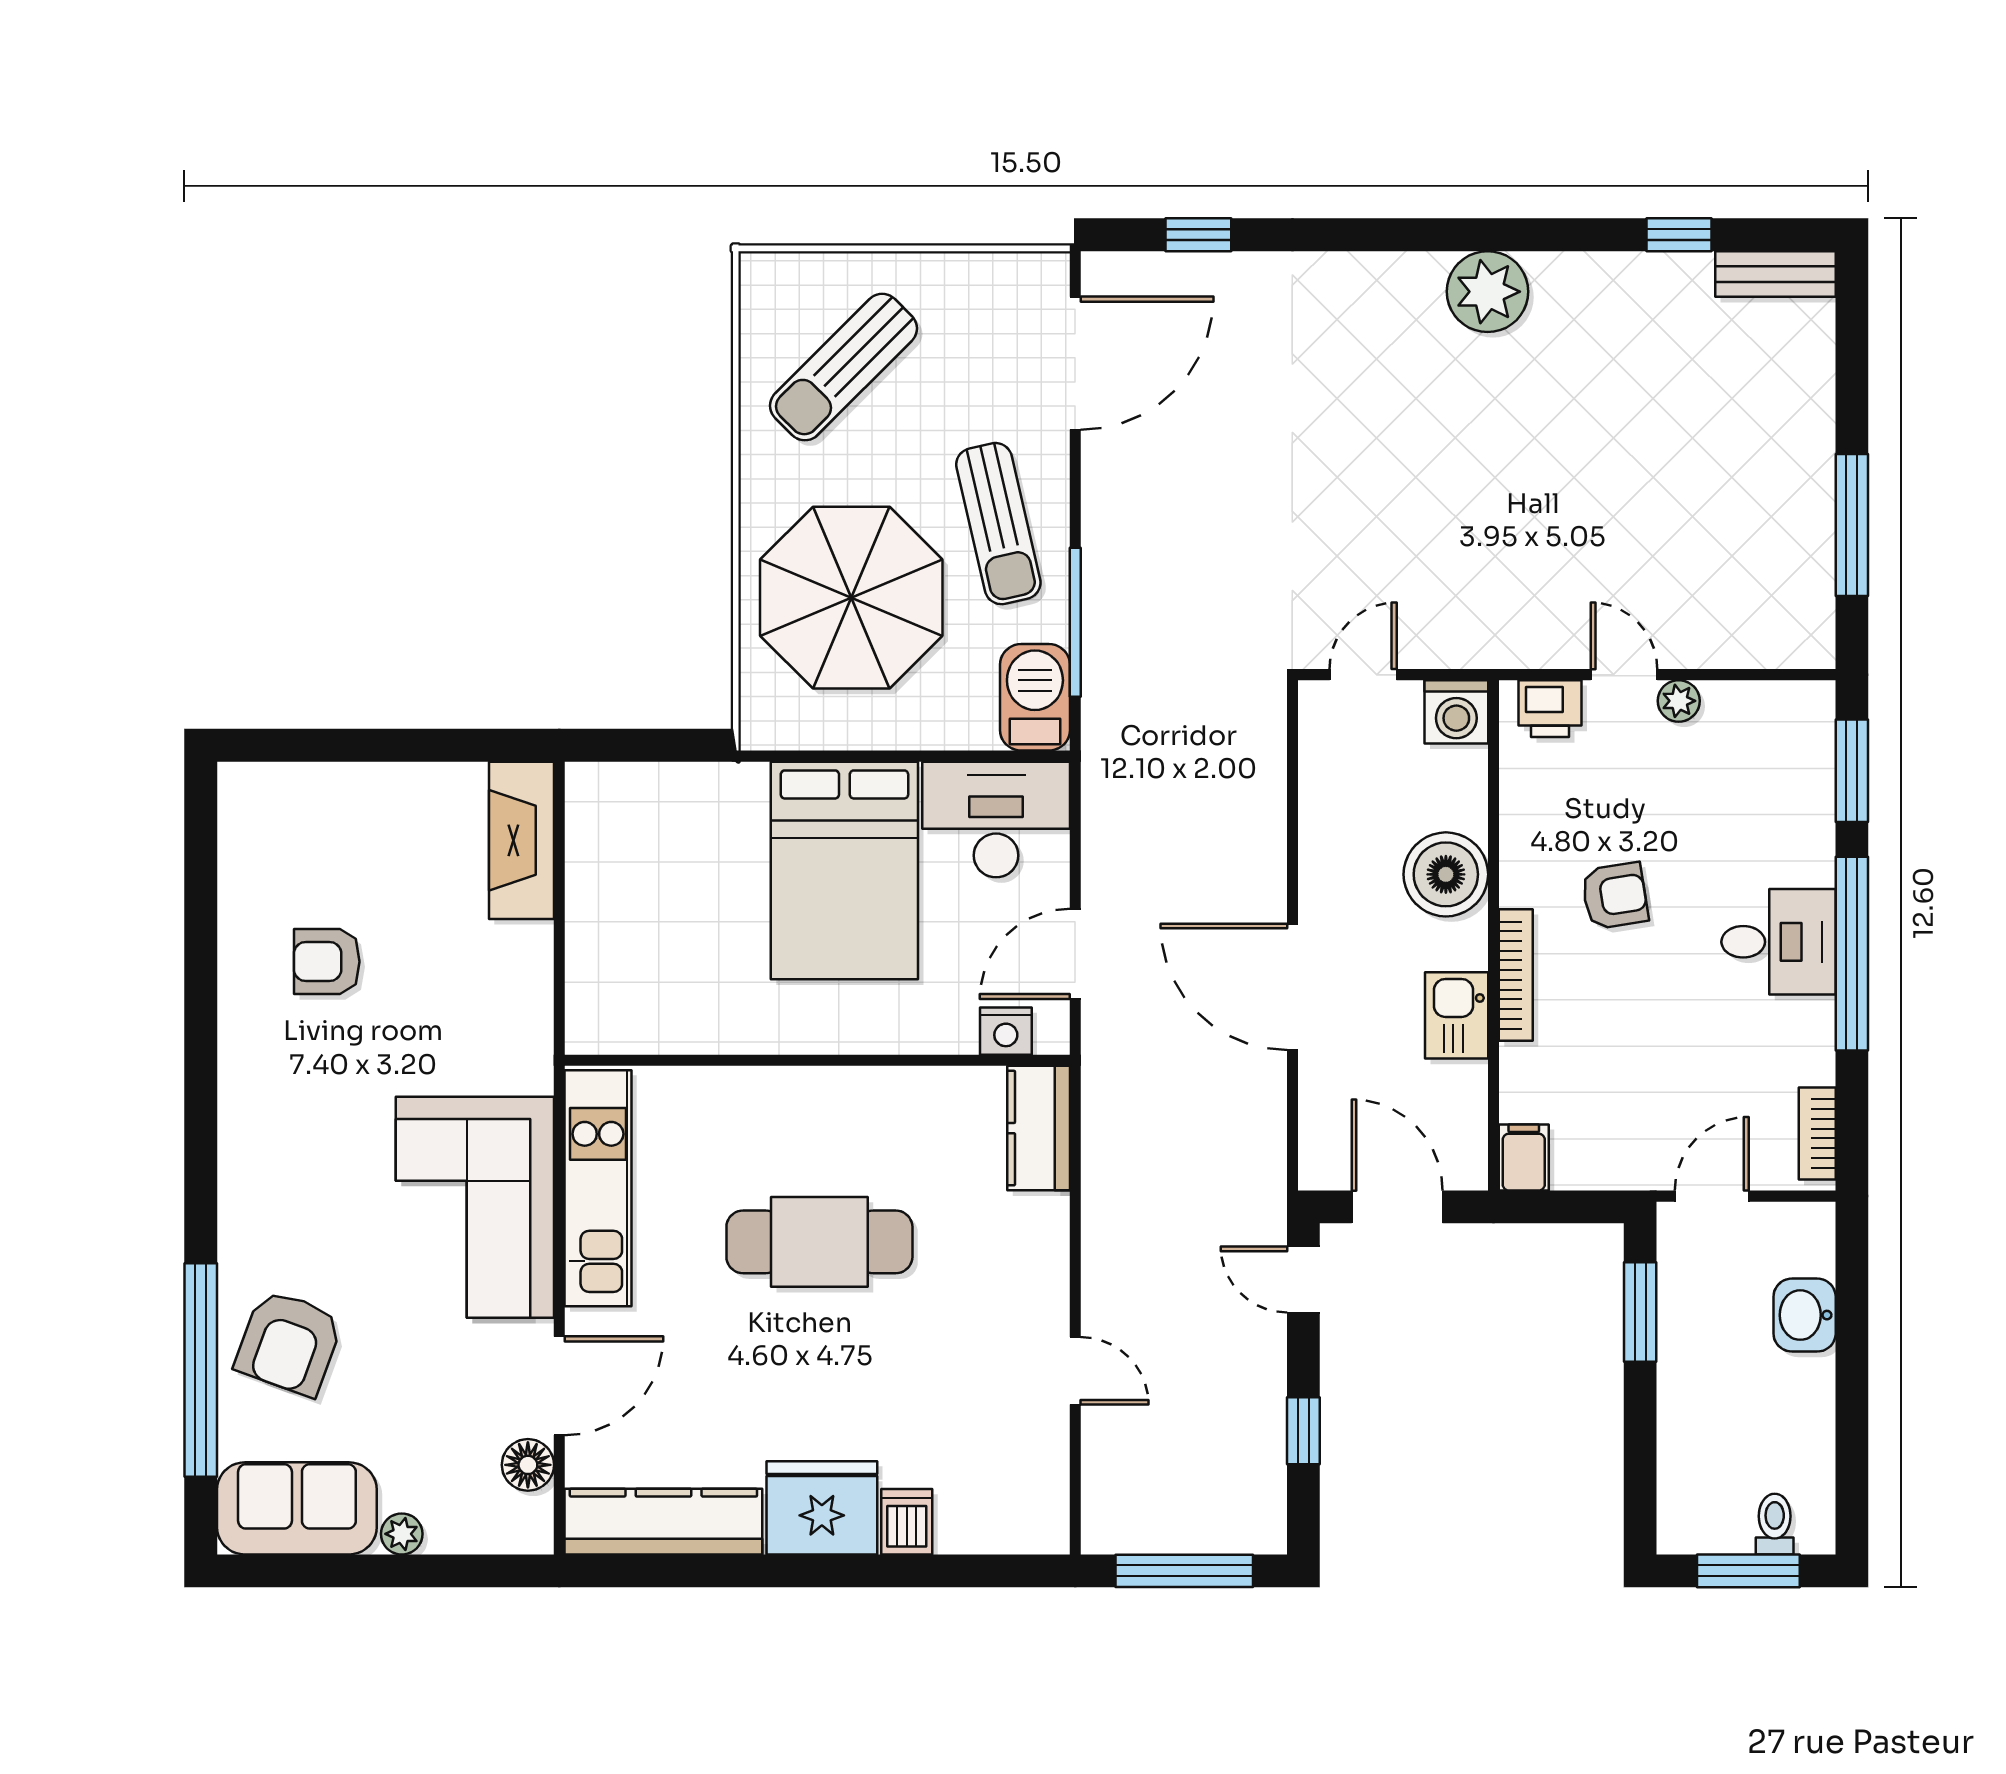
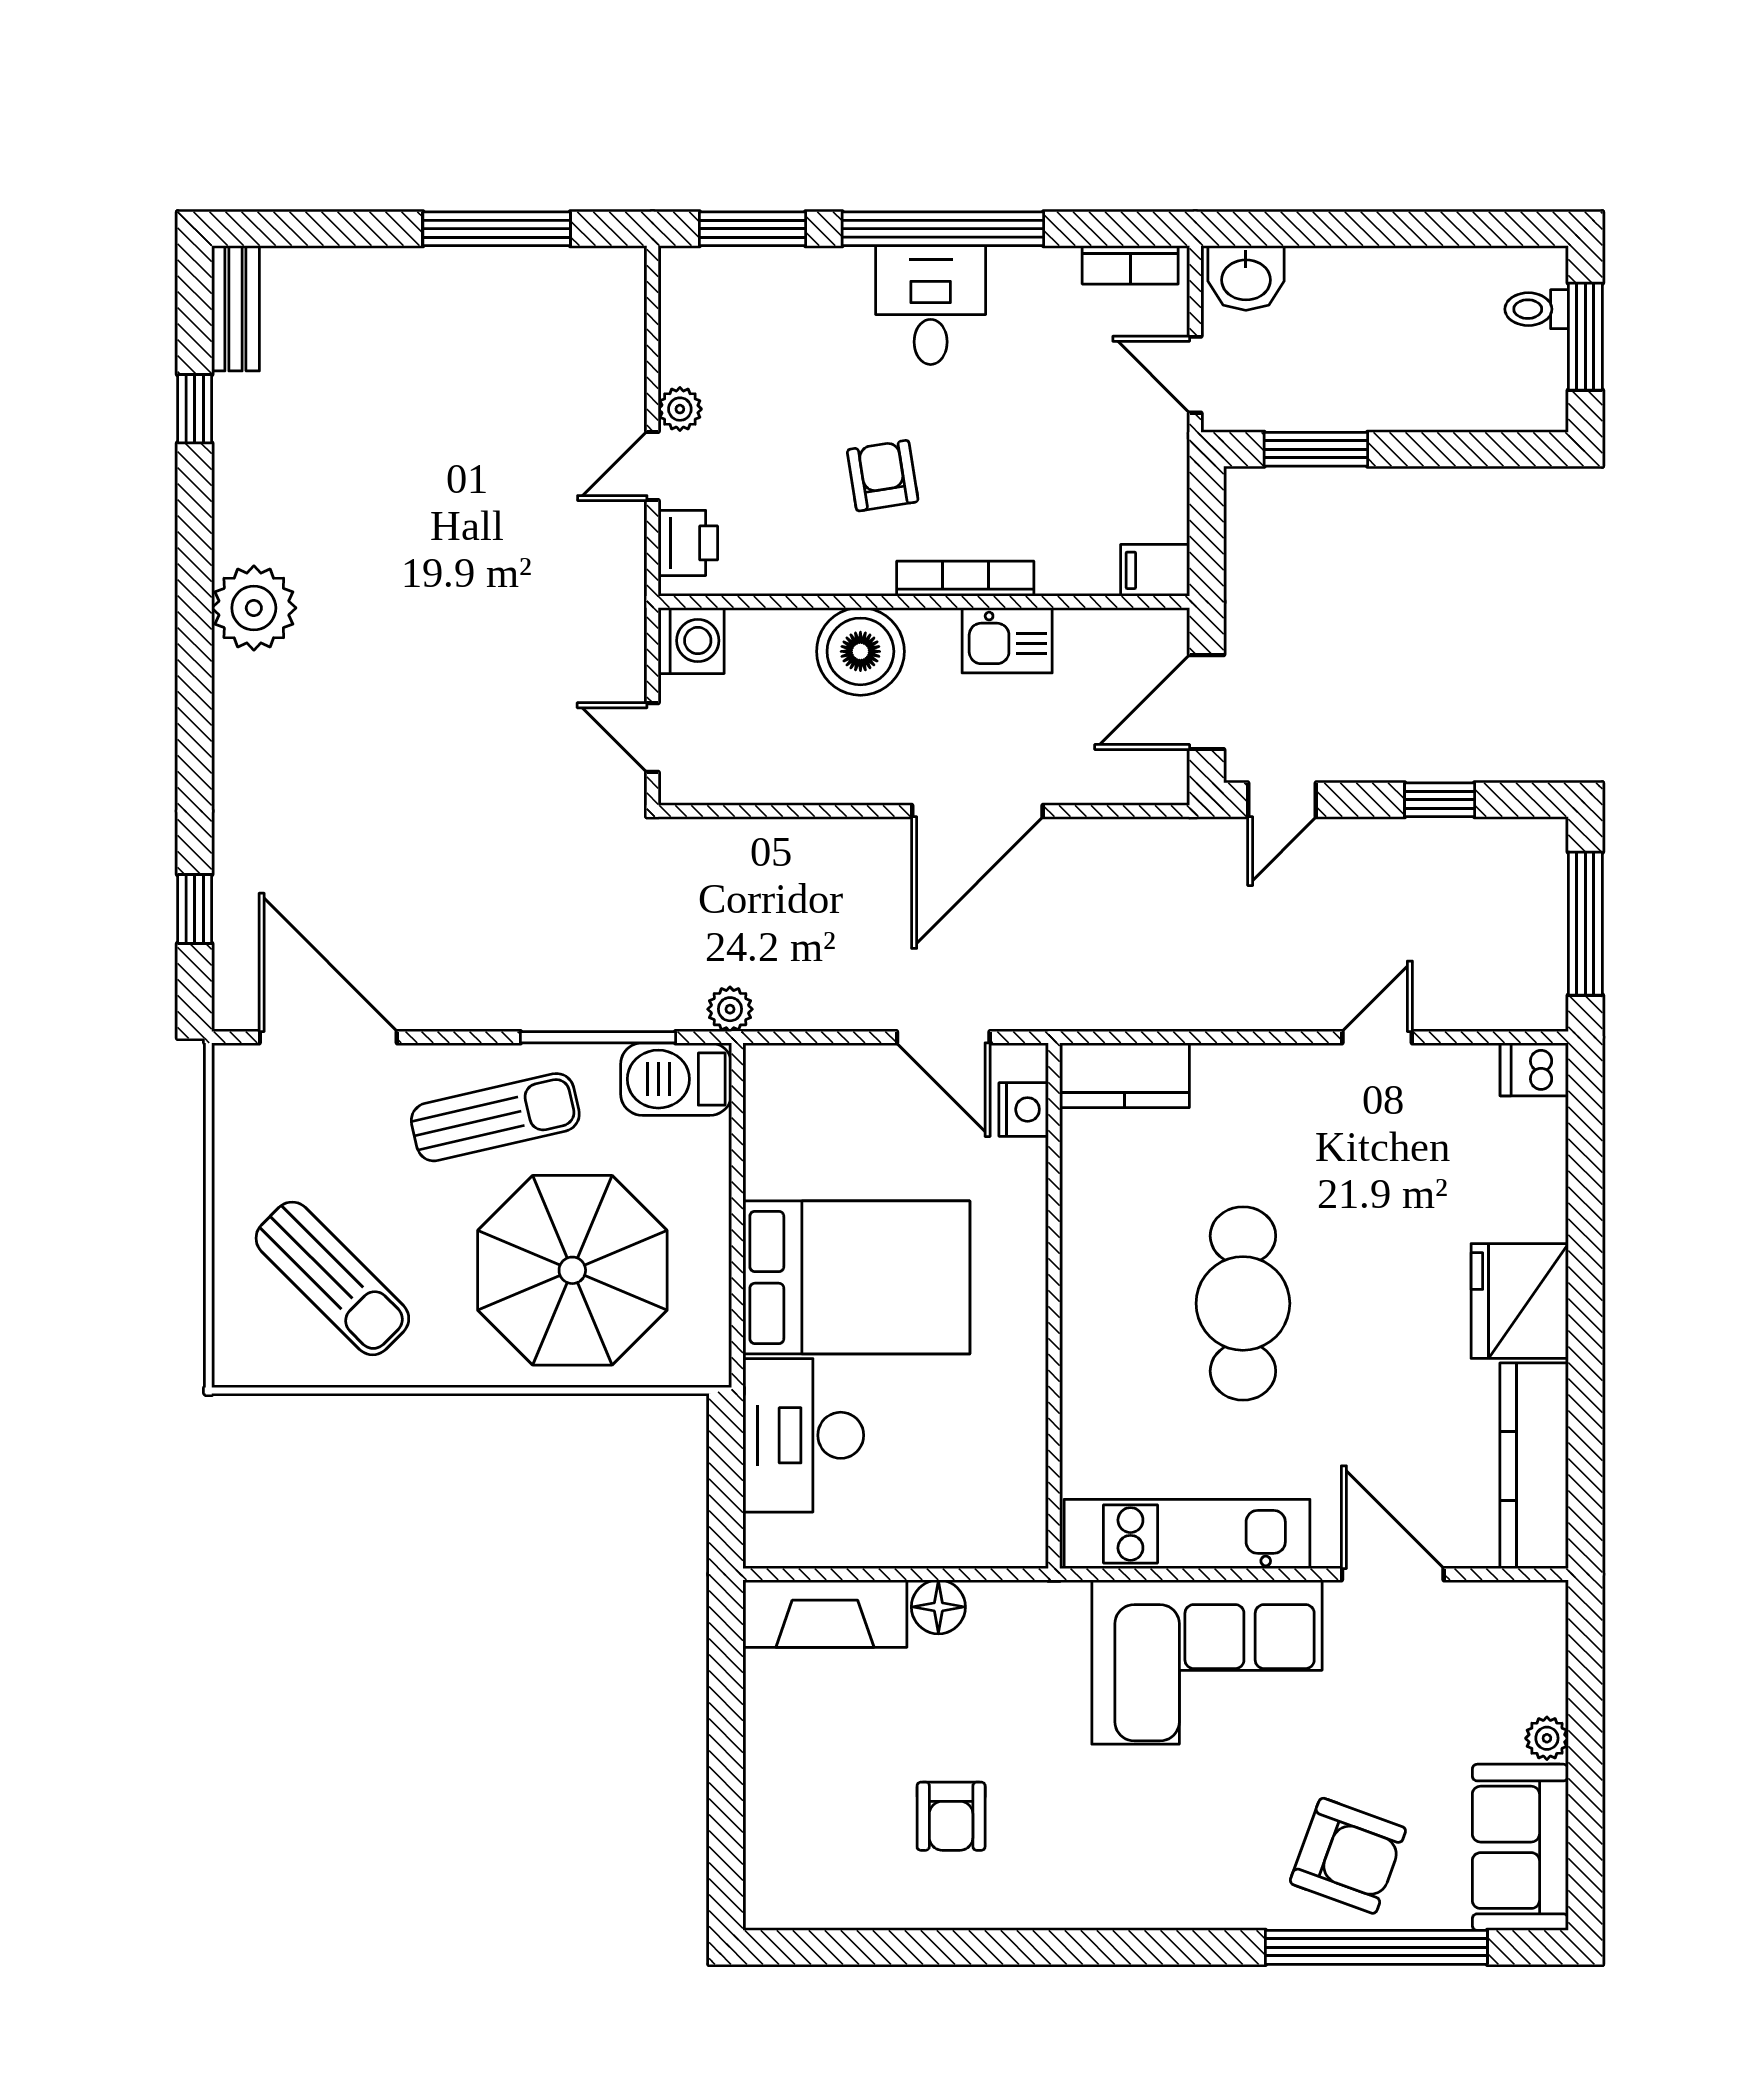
plant: (1102, 749) -> (730, 1009), added
desk: (996, 820) -> (803, 1435), moved
washbasin: (1805, 1315) -> (1246, 278), moved
floor lamp: (528, 1465) -> (938, 1607), moved
dishwasher: (907, 1522) -> (1534, 1069), moved

